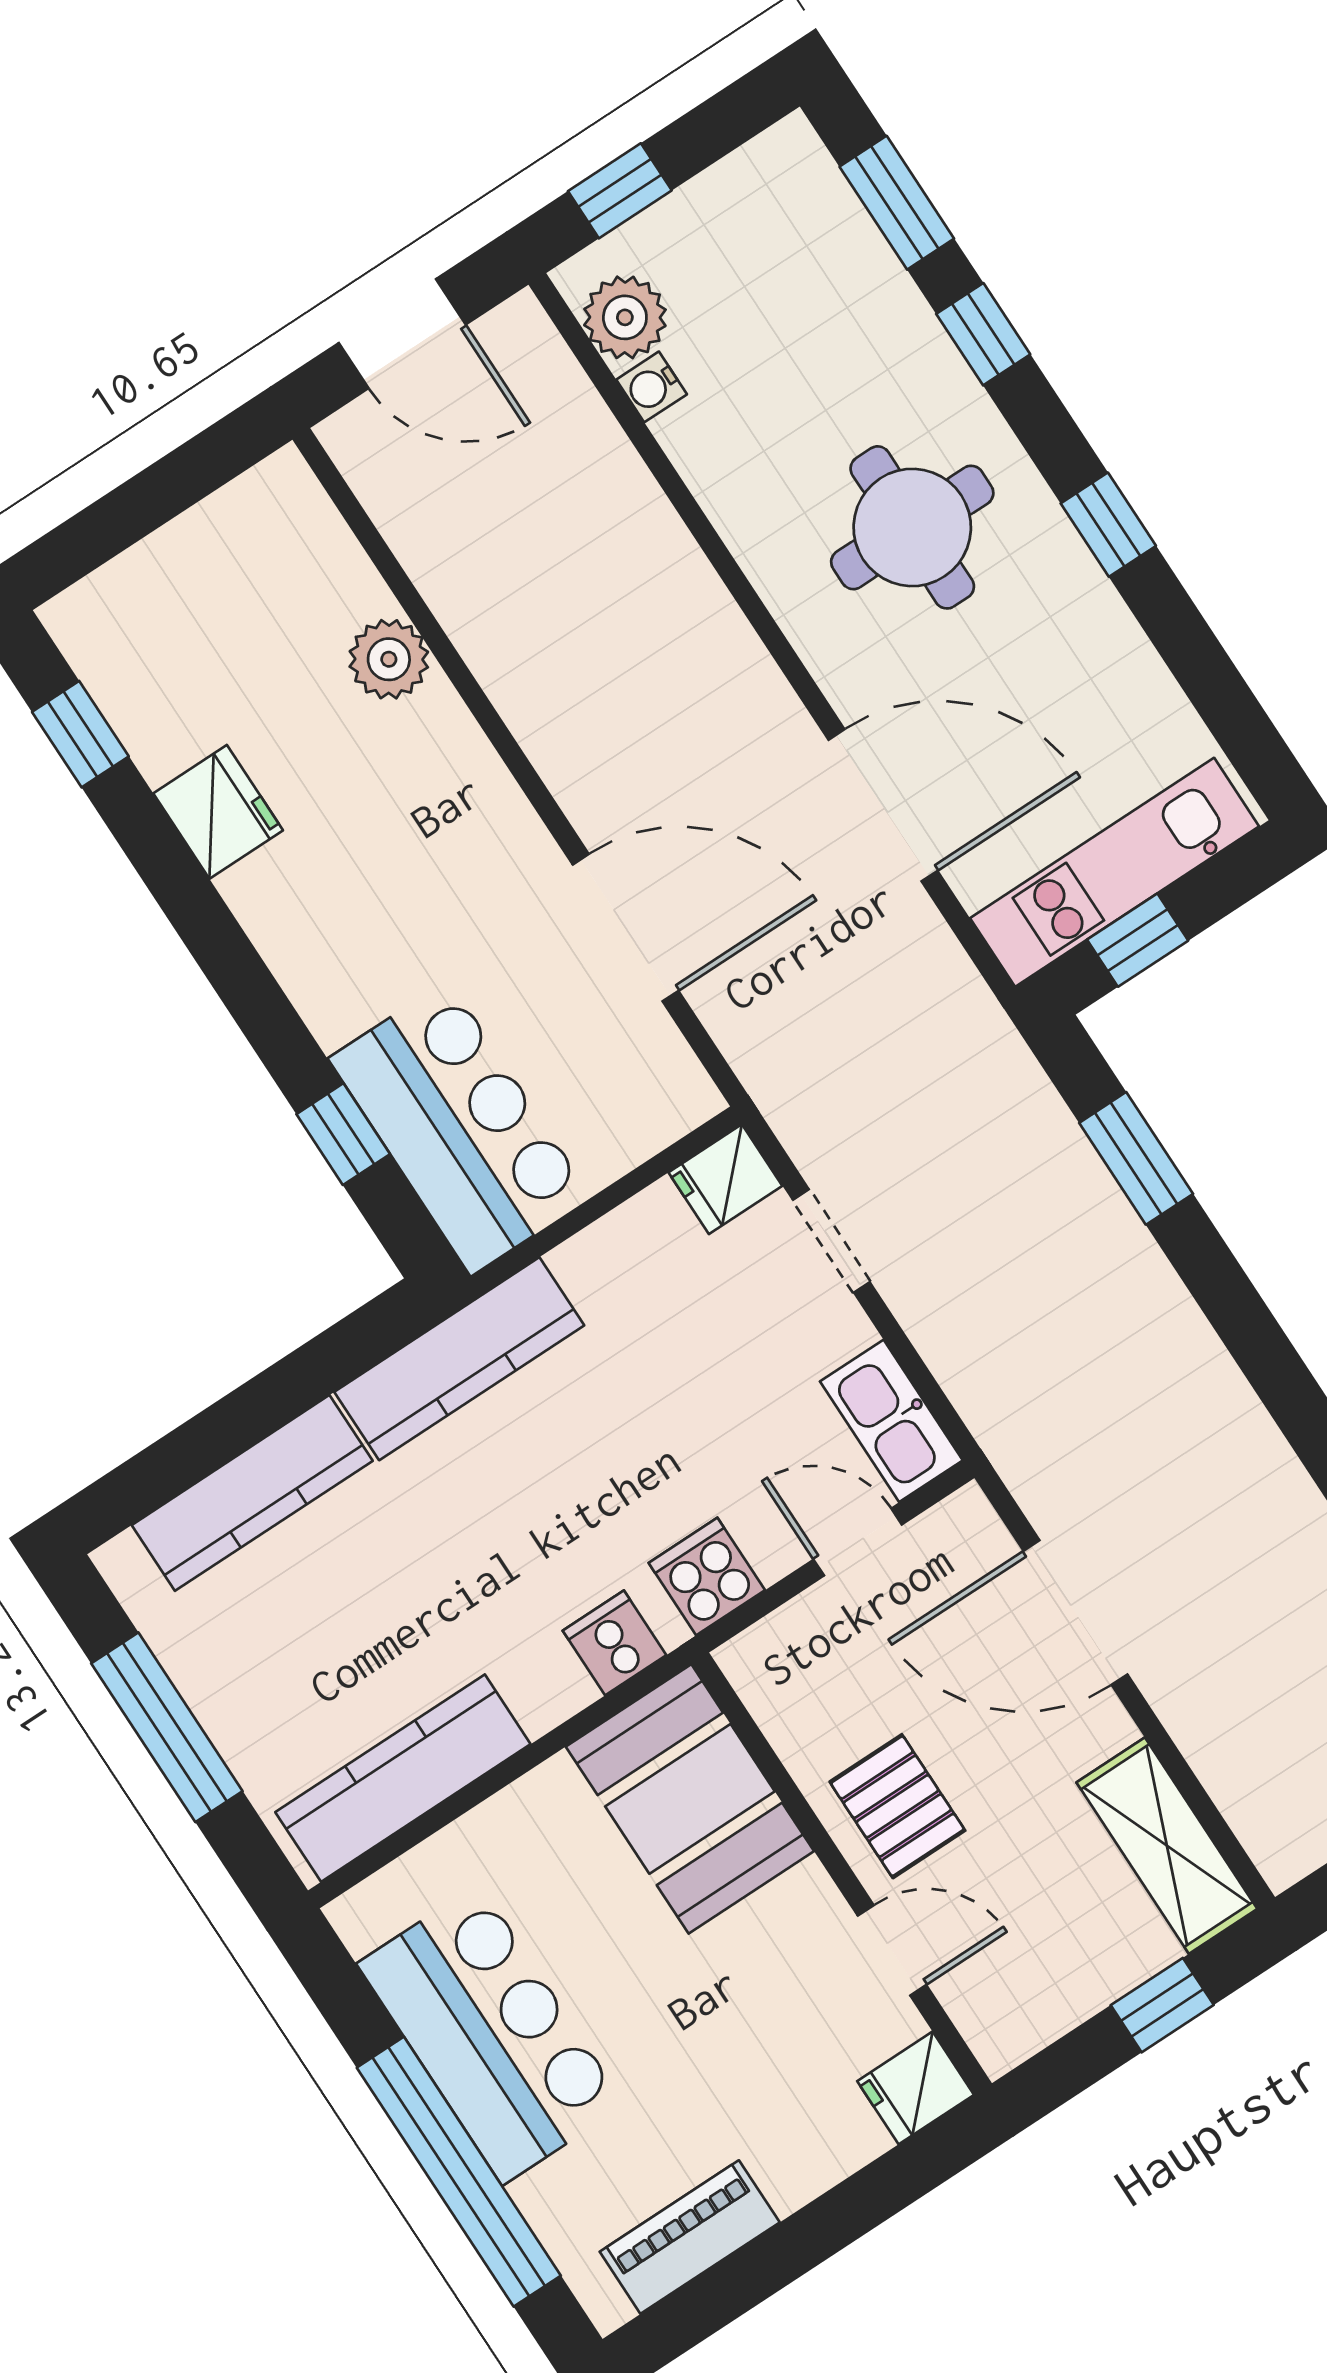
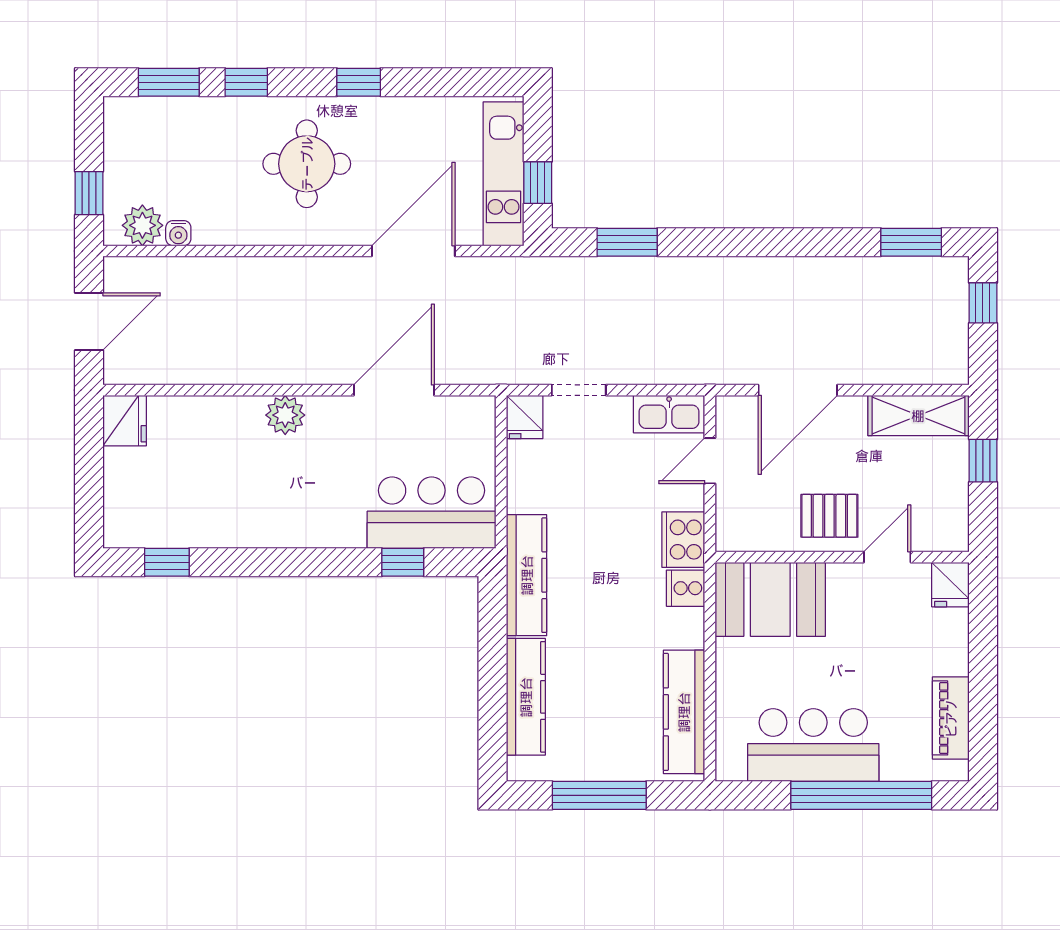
plant: (389, 659) -> (285, 415), moved
fridge: (218, 812) -> (125, 421), moved, turned 90
cooker: (707, 1577) -> (683, 540), width x1.36

